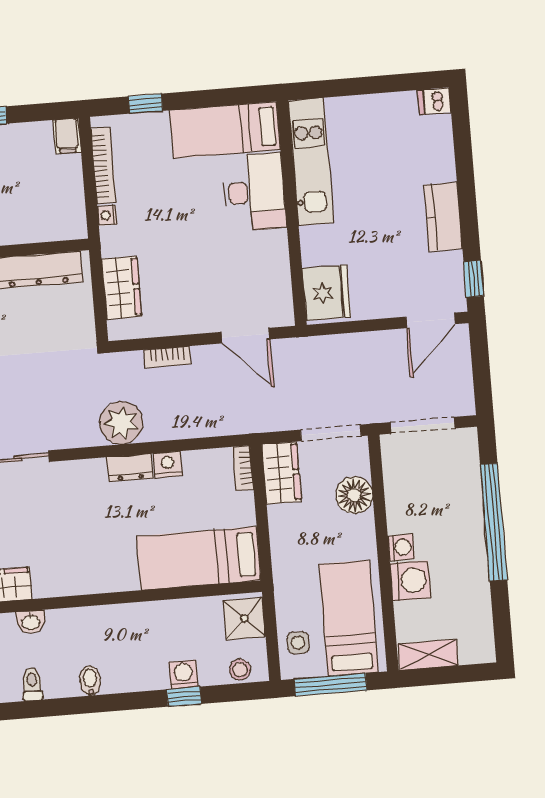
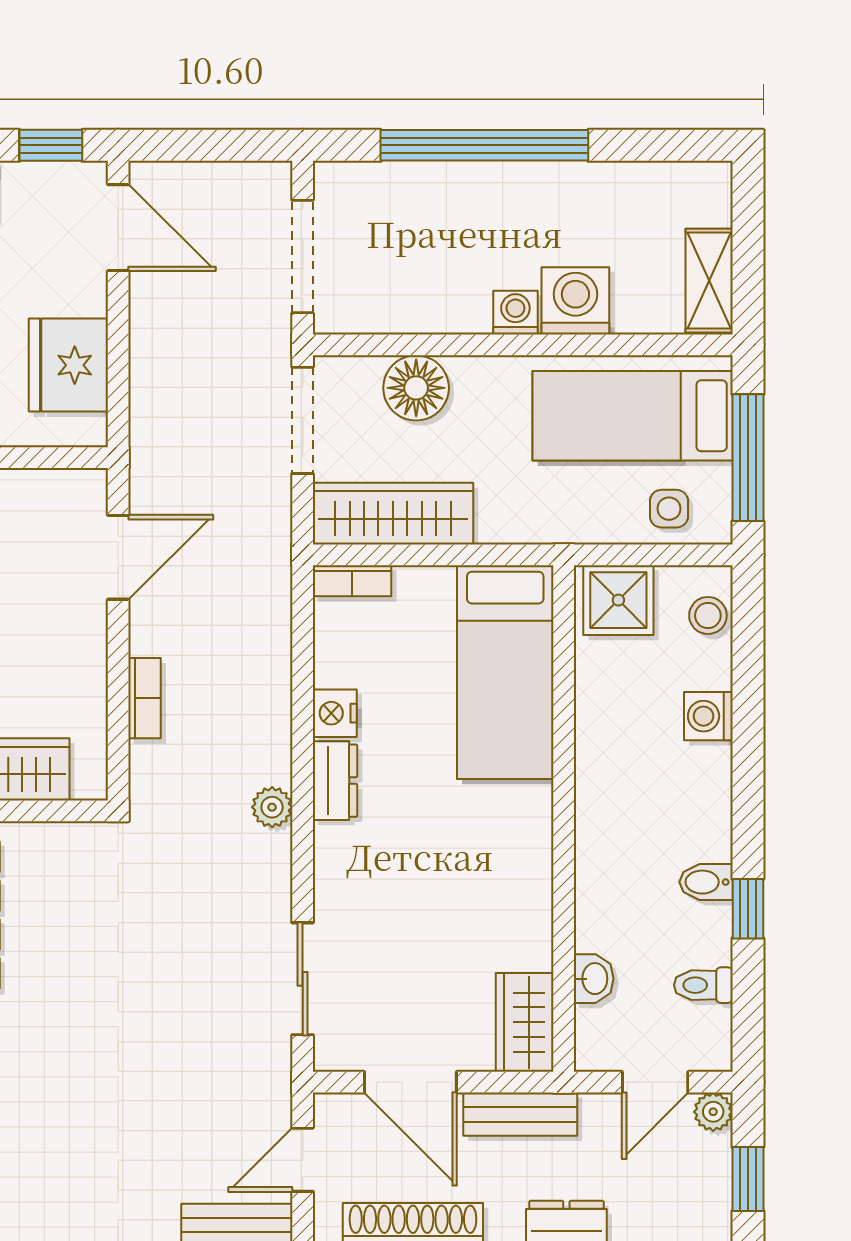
fridge: (326, 293) -> (68, 365), moved, turned -90
plant: (121, 423) -> (272, 807), width x0.53, depth x0.53
wardrobe: (281, 473) -> (393, 514), width x1.50
window: (184, 697) -> (748, 909), moved

